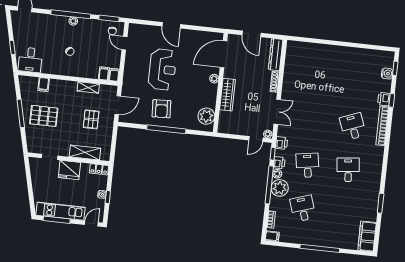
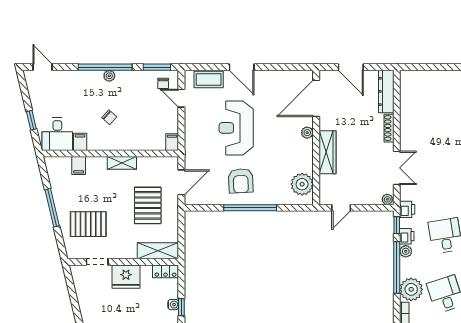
coffee table: (146, 32) -> (209, 80), added
reception desk: (162, 69) -> (236, 128), turned 180
filing cabinet: (104, 74) -> (80, 142), moved
shelving: (88, 87) -> (122, 163), moved
pallet: (44, 116) -> (88, 224), moved
pallet: (91, 119) -> (148, 205), width x1.50, depth x1.42
door: (256, 139) -> (341, 208), moved
shelving: (85, 152) -> (158, 251), moved
plant: (280, 188) -> (411, 289), moved

